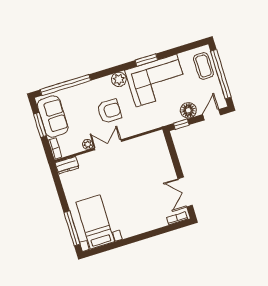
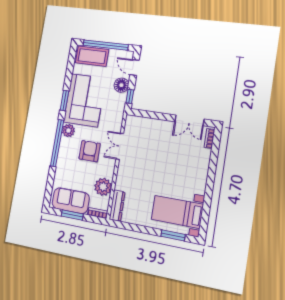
coffee table: (203, 66) -> (92, 56), width x1.36, depth x1.32
window: (65, 85) -> (57, 143), moved
plant: (88, 144) -> (103, 187), width x1.88, depth x1.88
double door: (108, 145) -> (120, 146), moved
dresser: (67, 165) -> (117, 206), width x1.44
window: (72, 228) -> (173, 235), width x0.69

